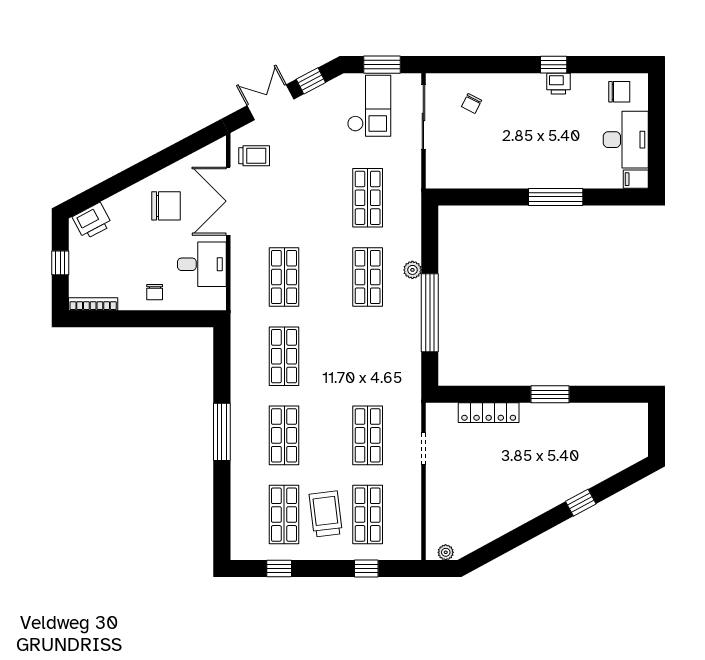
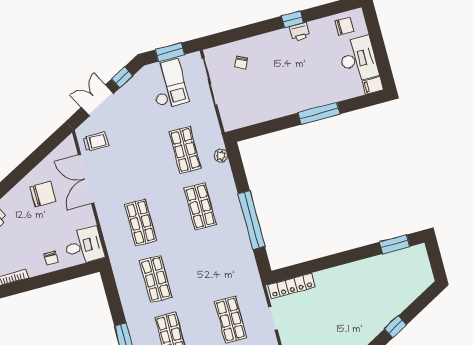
desk: (202, 264) -> (84, 246), moved
plant: (412, 270) -> (221, 155), moved
window: (550, 394) -> (395, 244), moved
locker: (489, 413) -> (291, 286), moved

